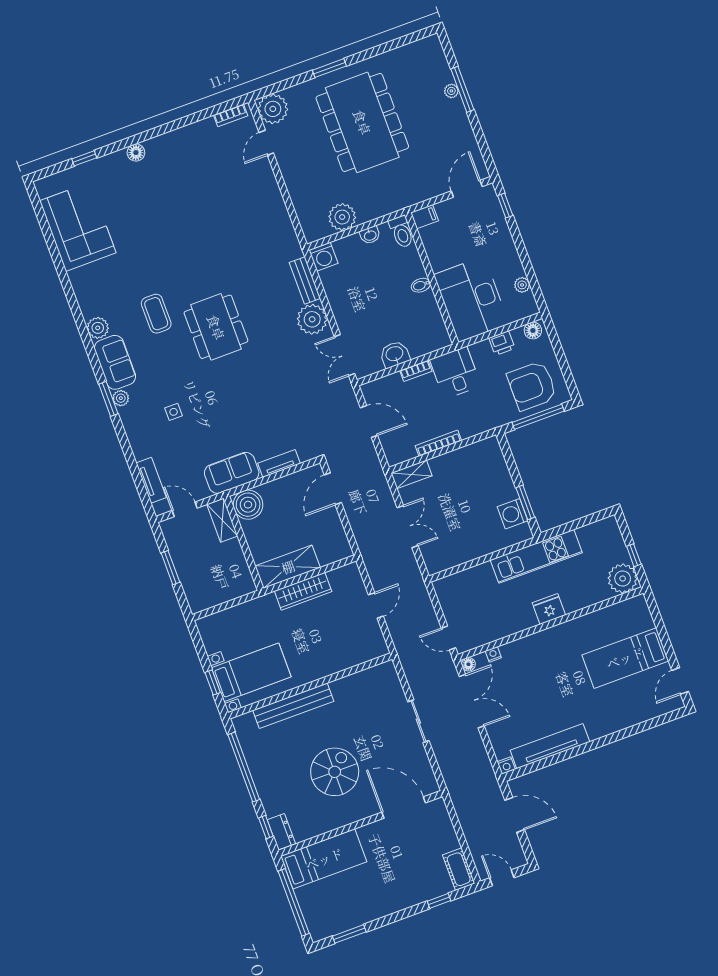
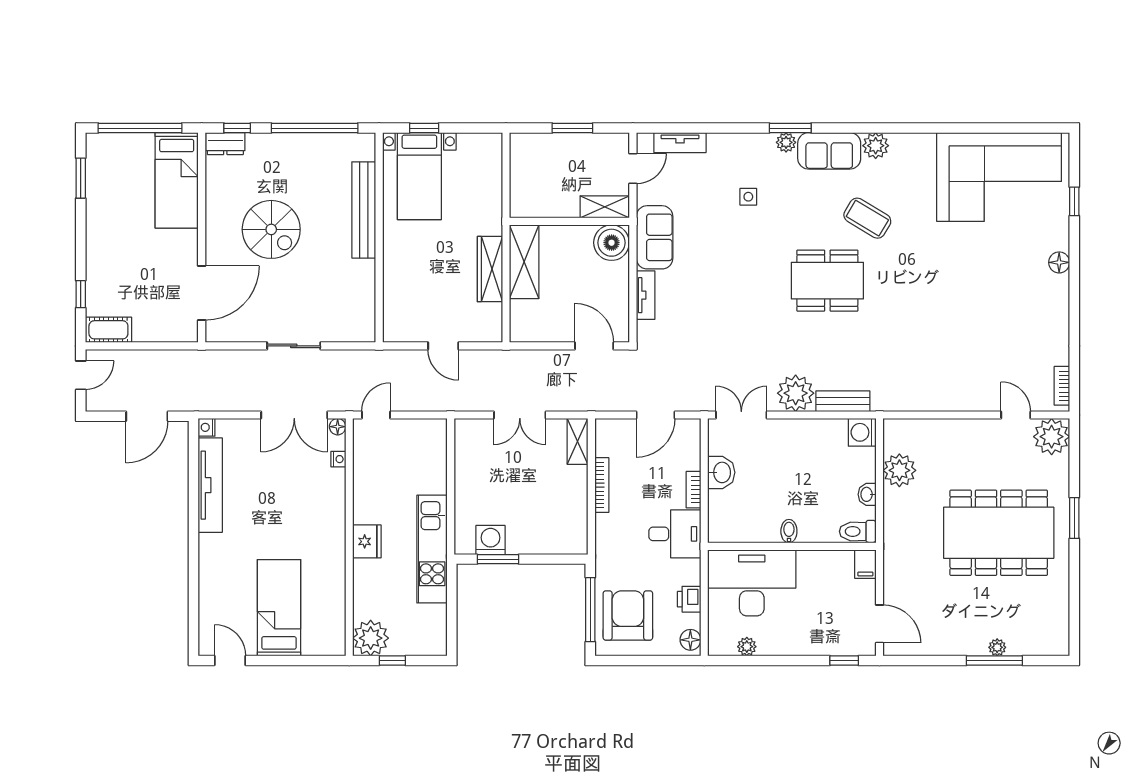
corner sofa: (78, 227) -> (999, 177), width x1.36, depth x1.36
coffee table: (156, 314) -> (867, 218), turned 31

